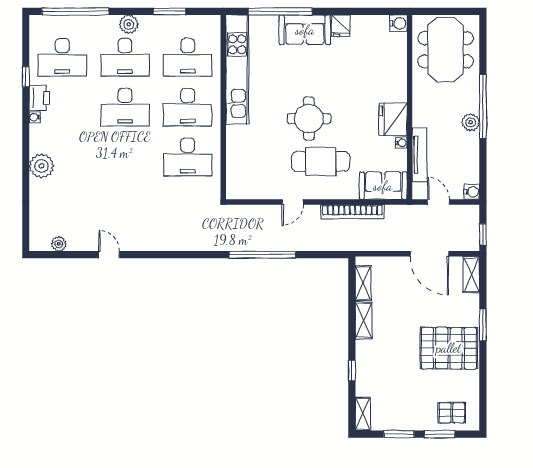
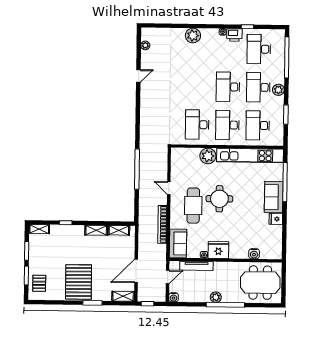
water cooler: (398, 23) -> (254, 254), moved
plant: (239, 139) -> (208, 156), added

